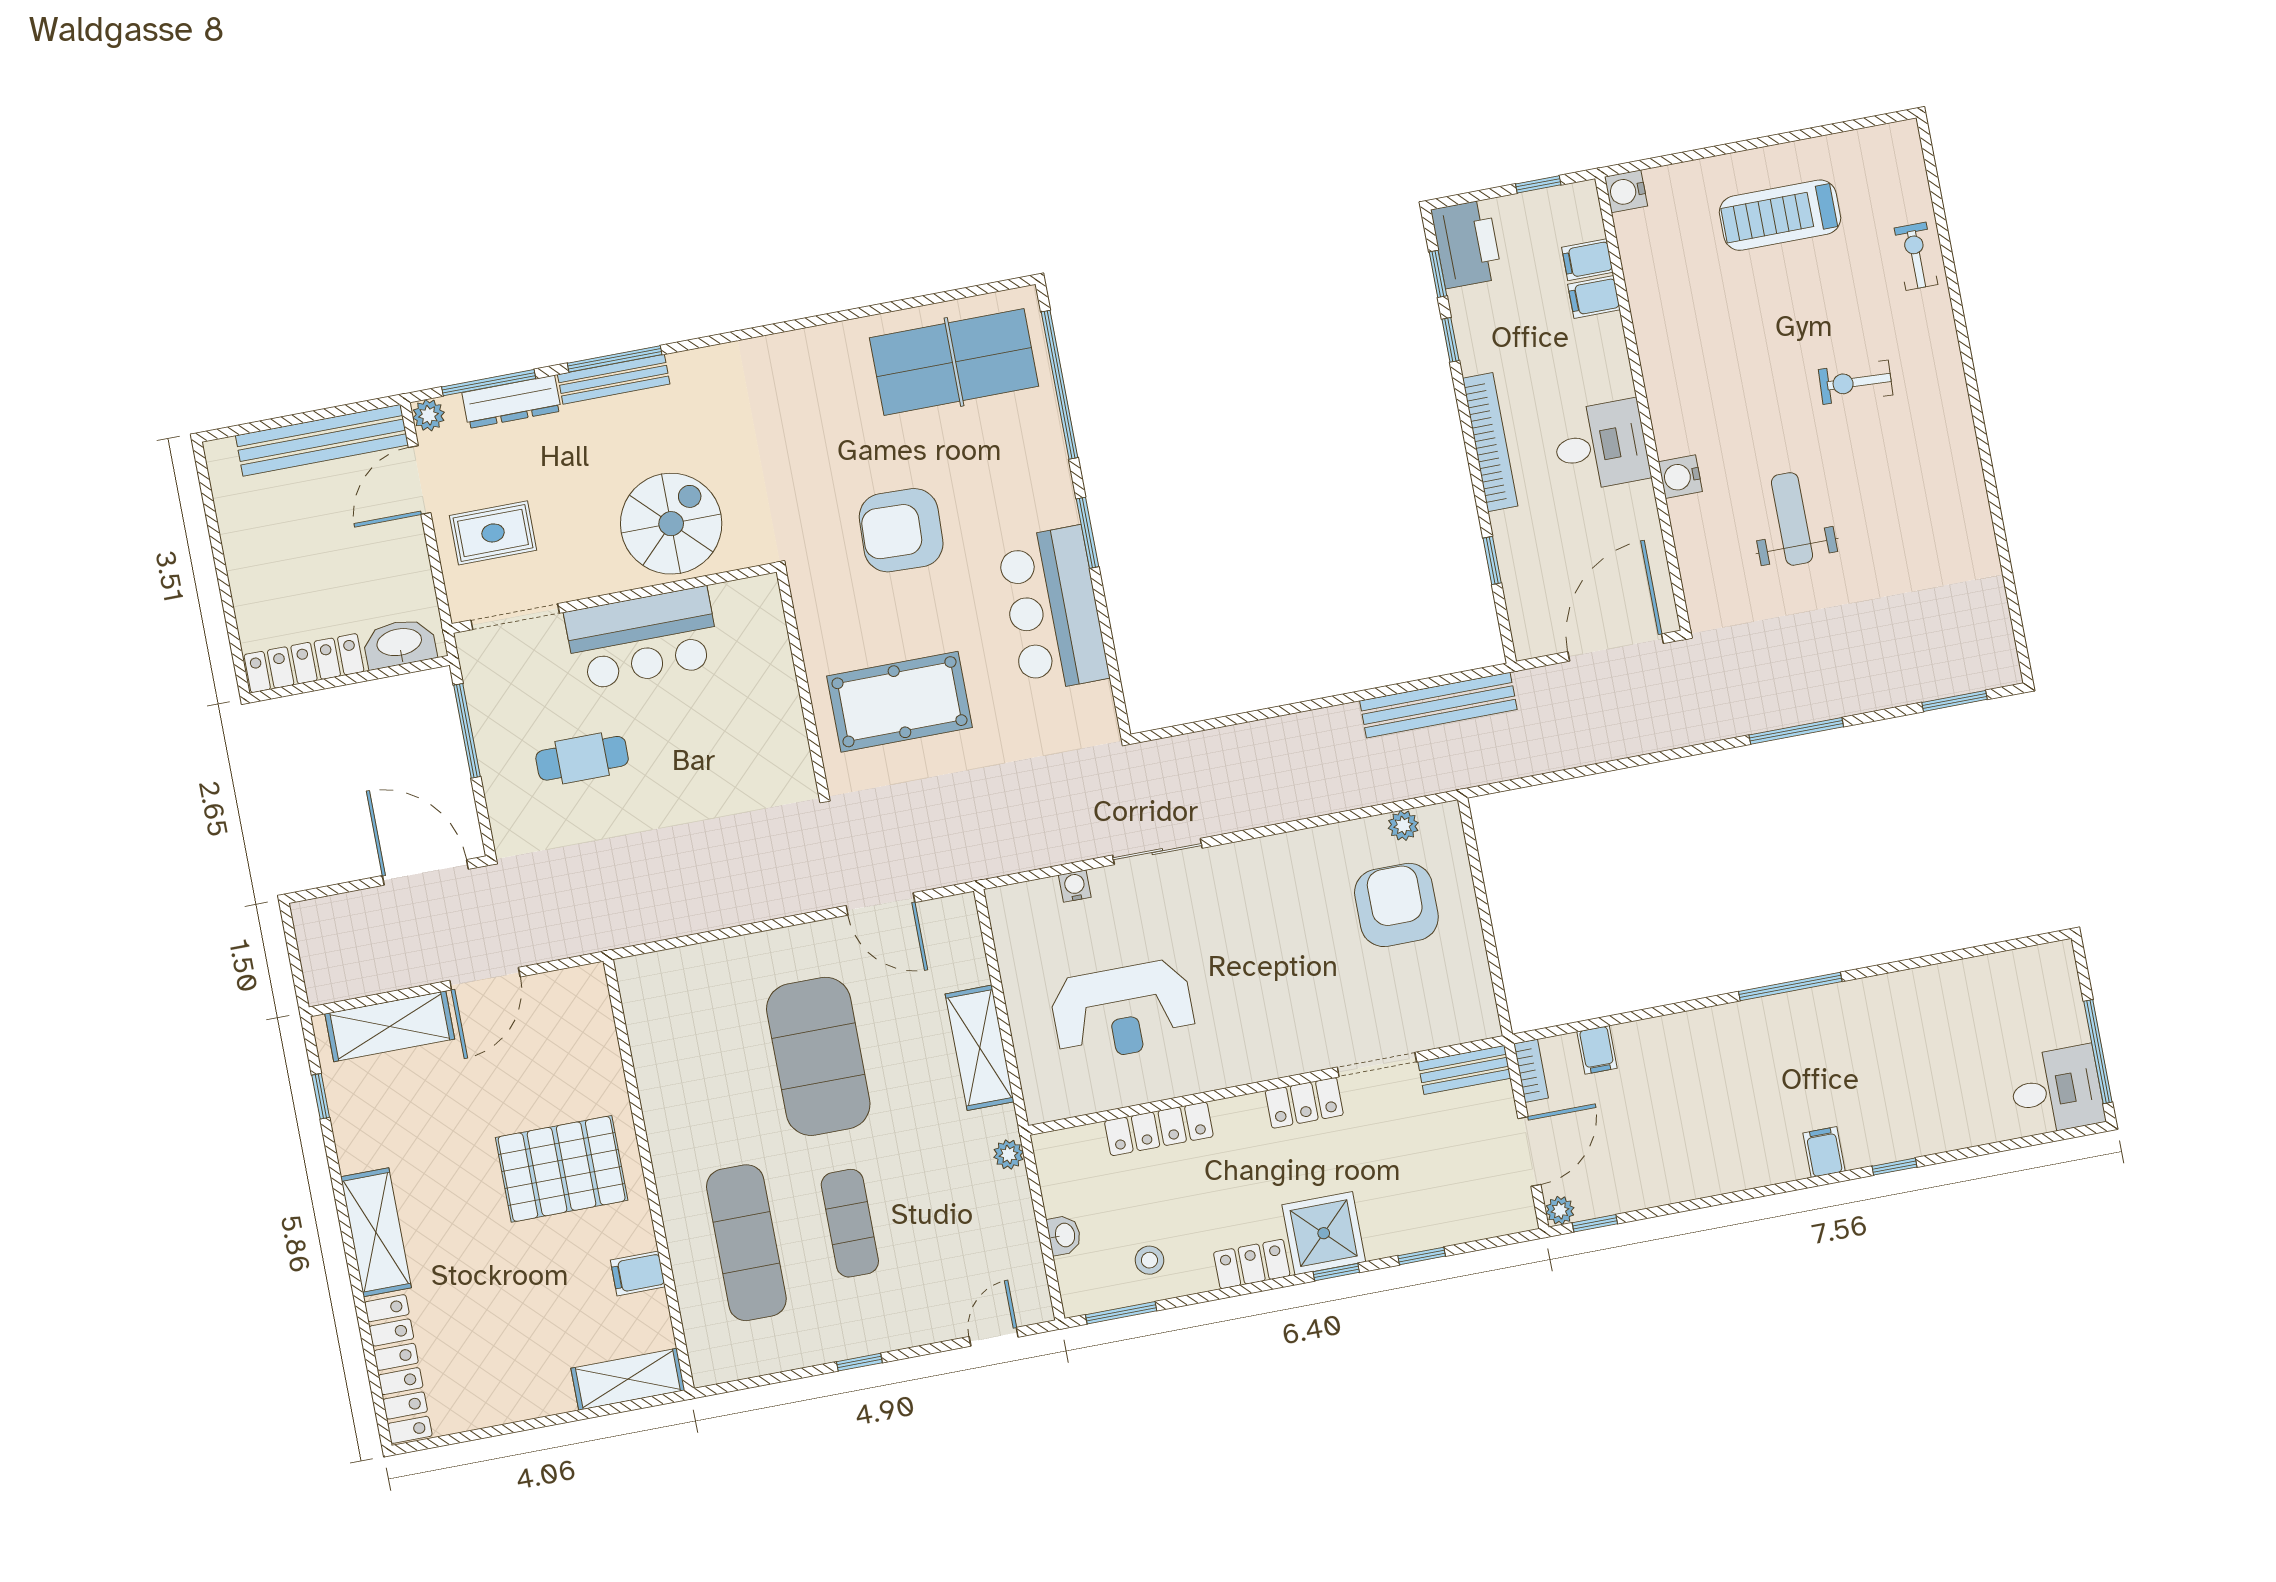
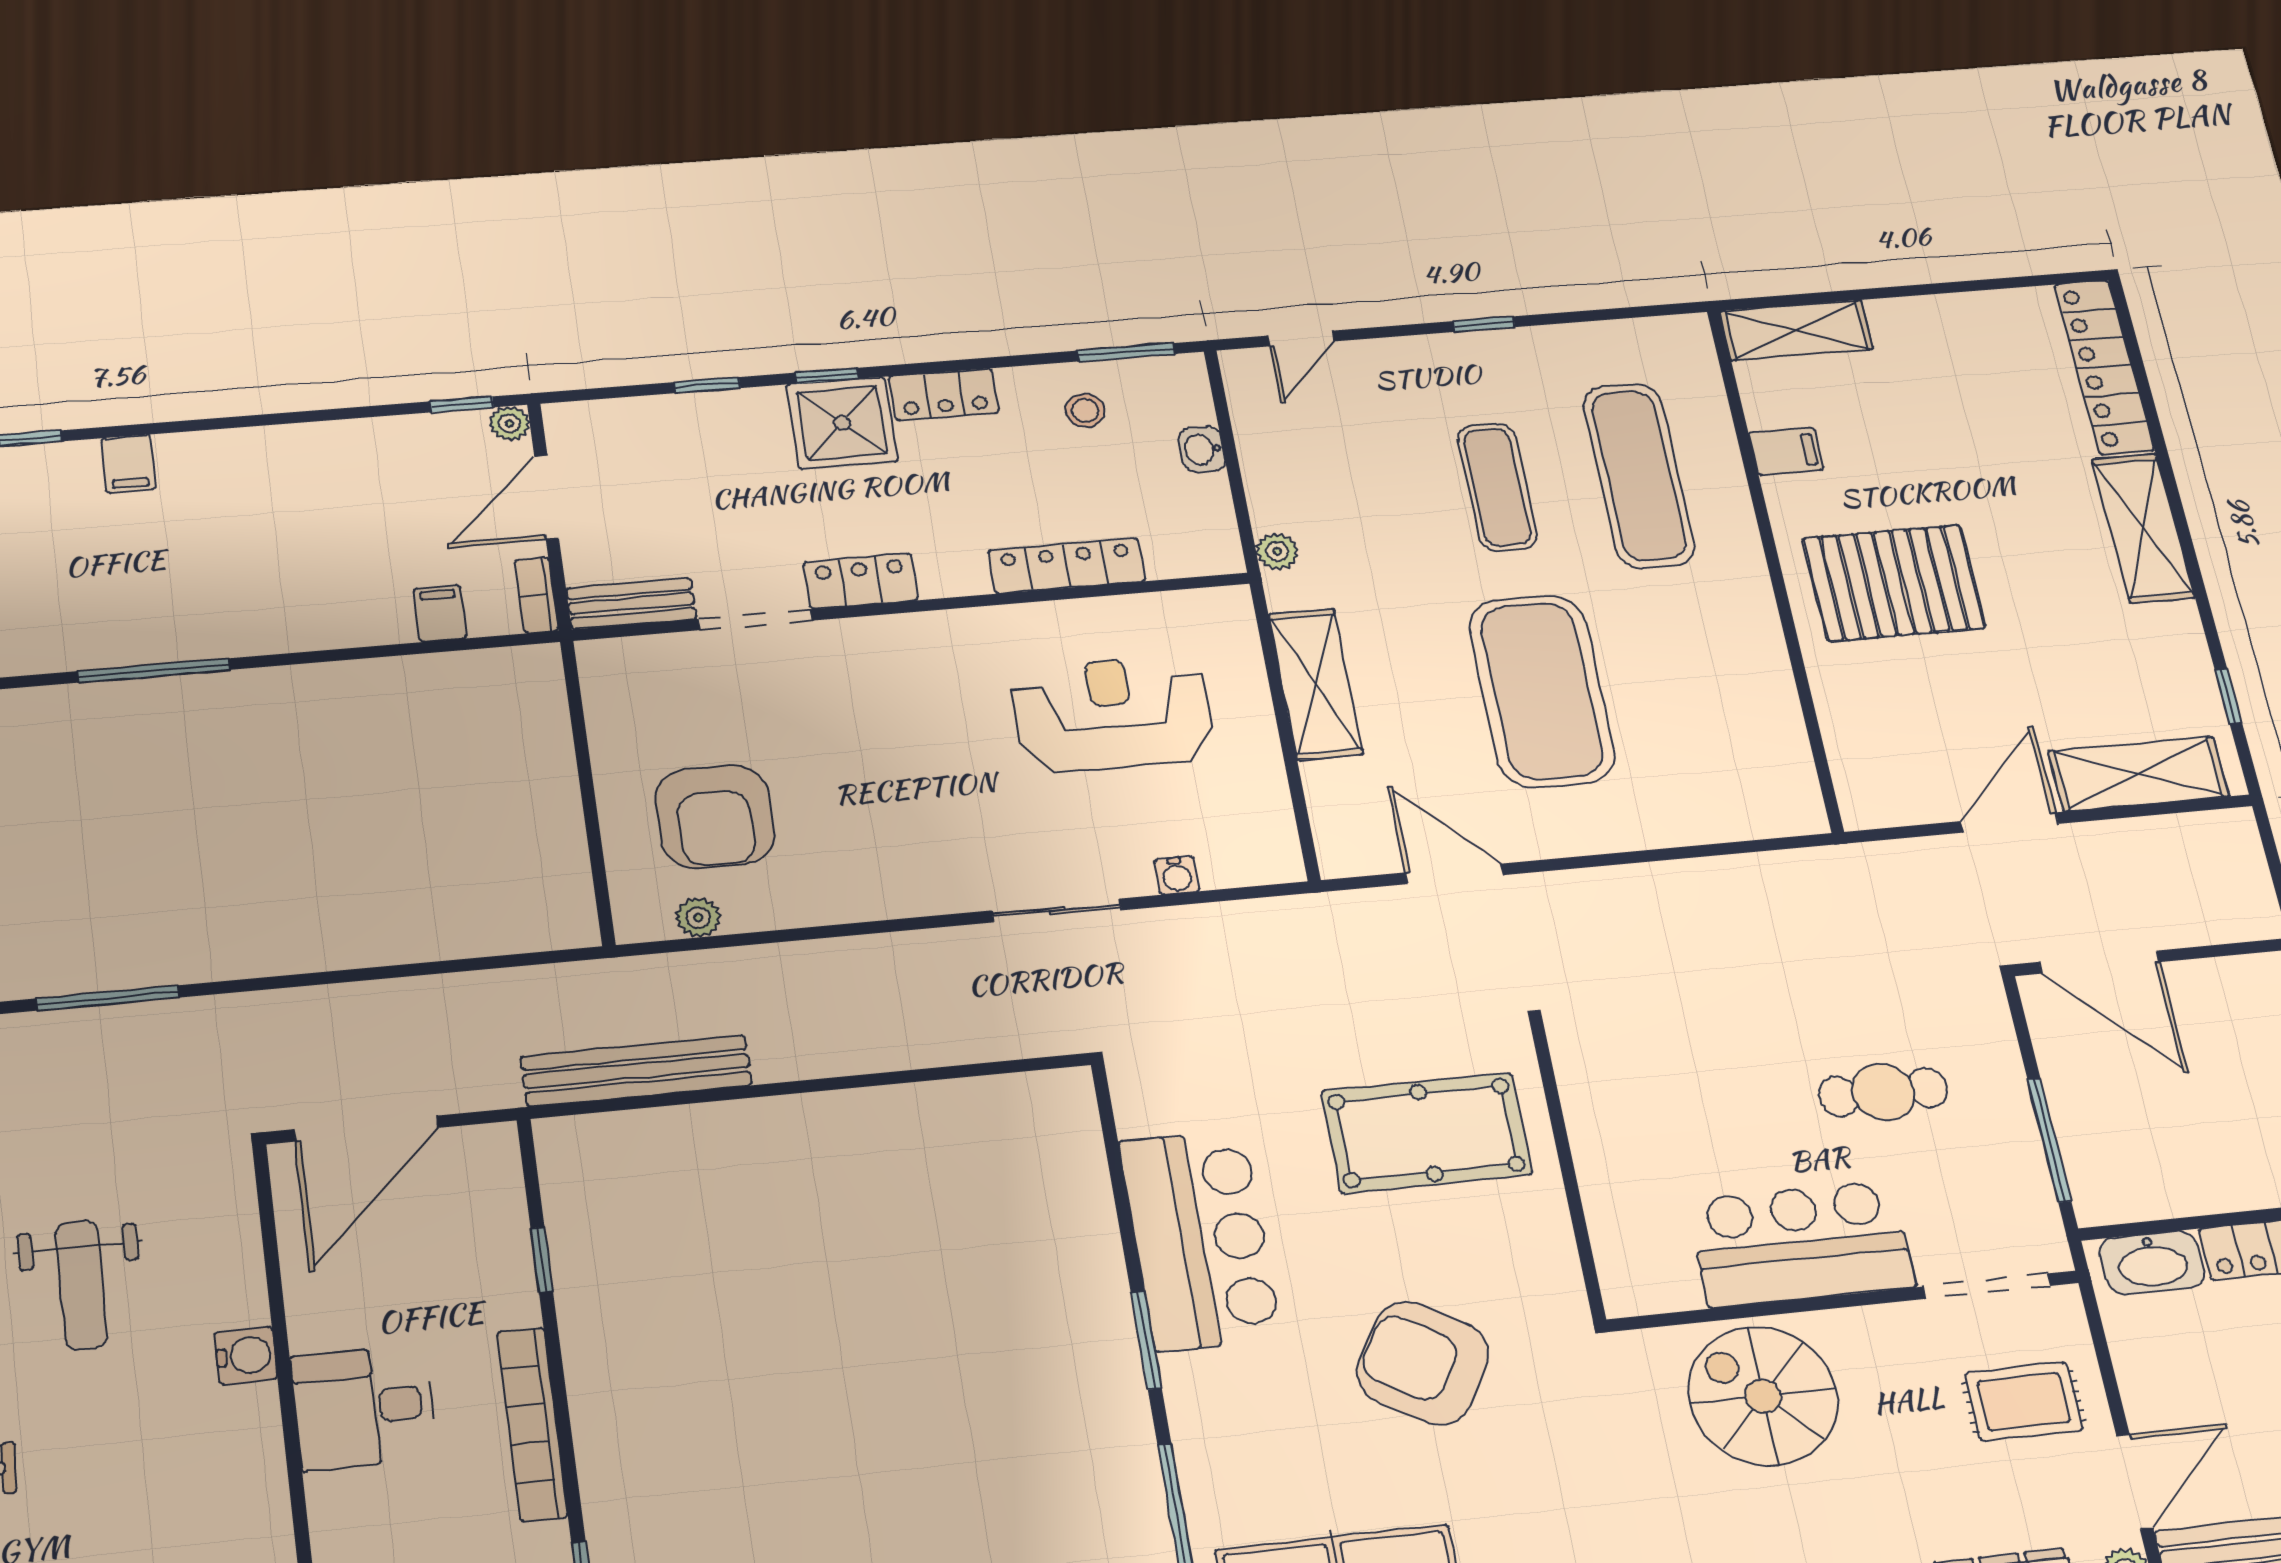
spiral stairs: (671, 524) -> (1763, 1396), turned 90
armchair: (901, 530) -> (1423, 1363), turned -151

